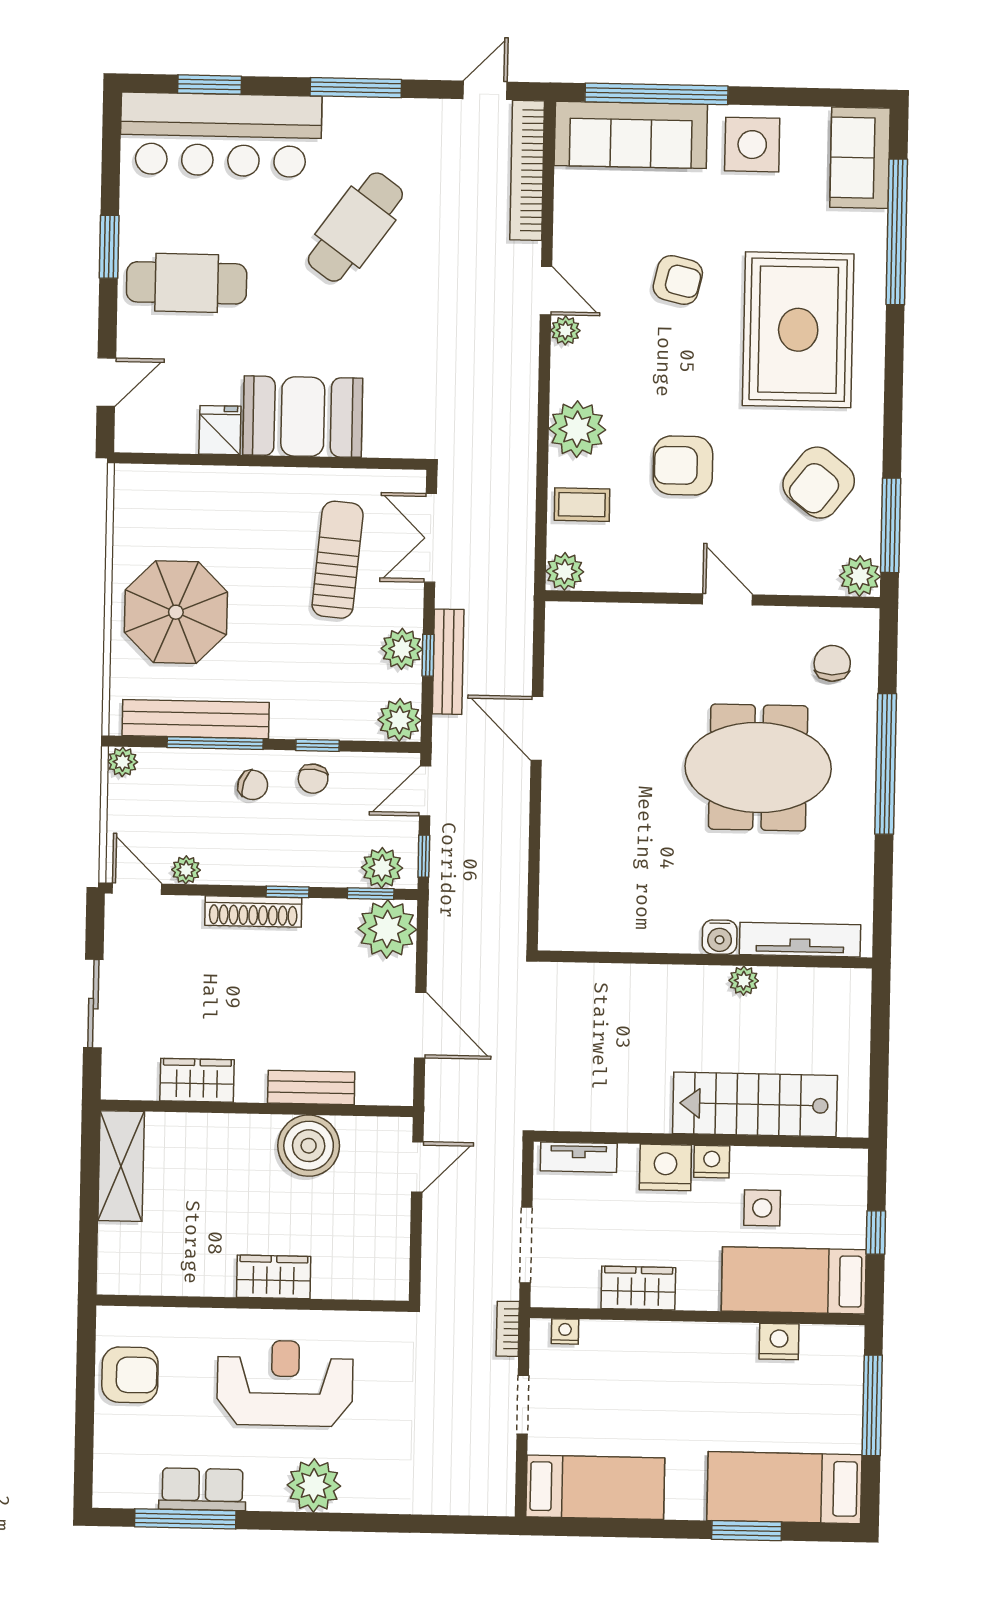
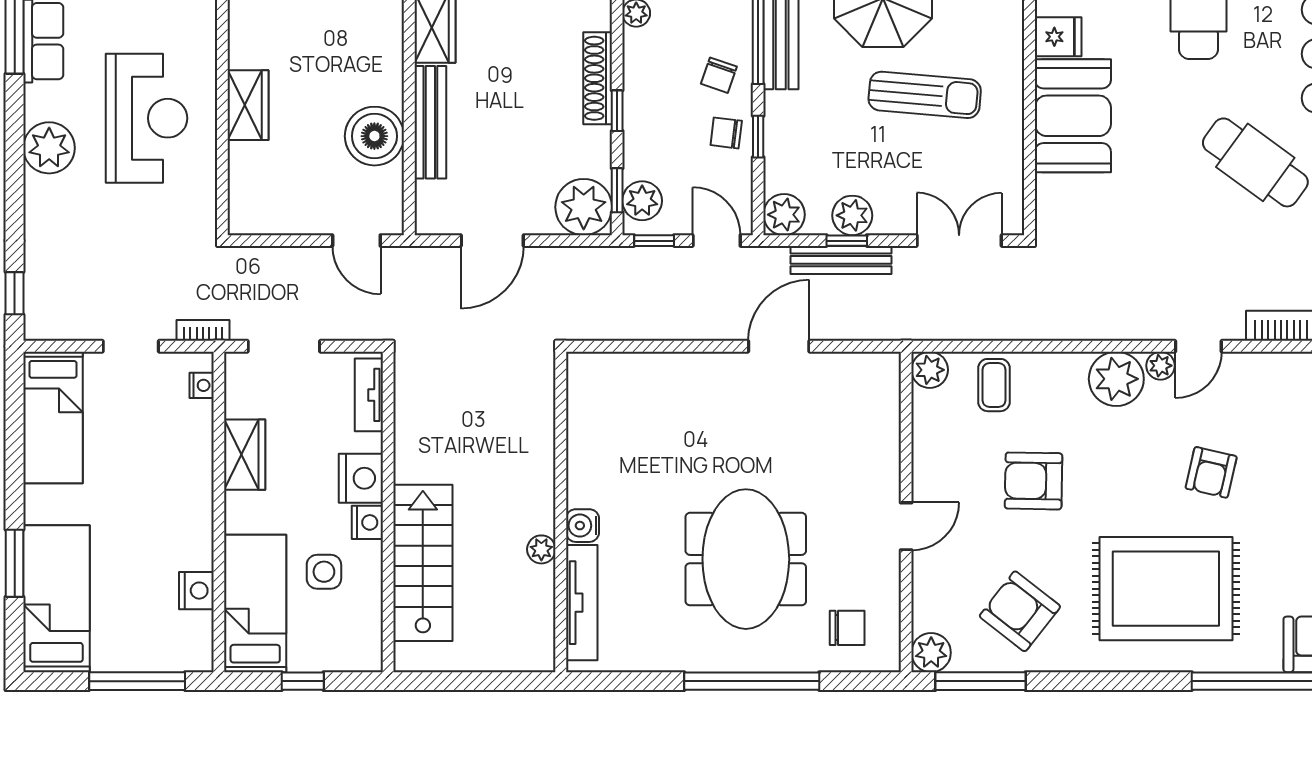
plant: (577, 429) -> (1116, 379), moved
armchair: (683, 466) -> (1034, 481), turned -89
sun lounger: (338, 560) -> (925, 95), moved
bench: (311, 1087) -> (430, 122), width x1.36
window: (465, 1525) -> (15, 293), added

